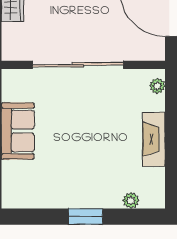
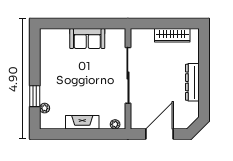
window: (86, 217) -> (35, 96), moved

